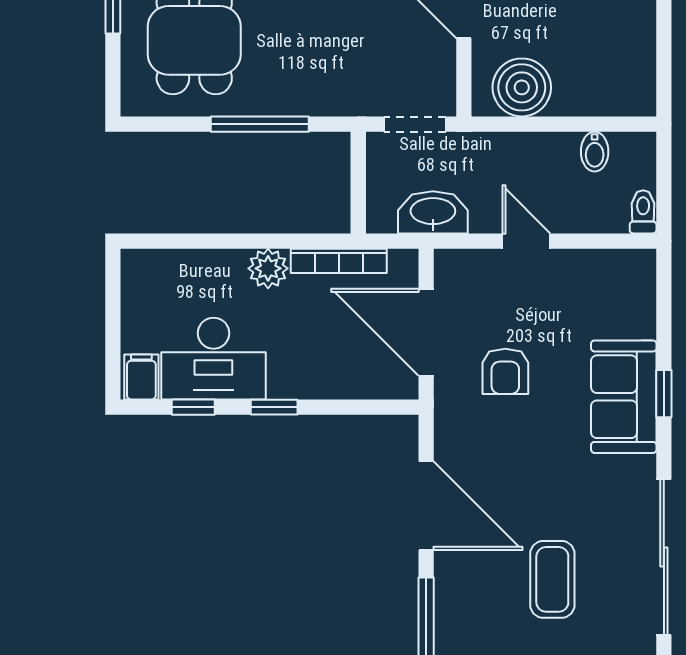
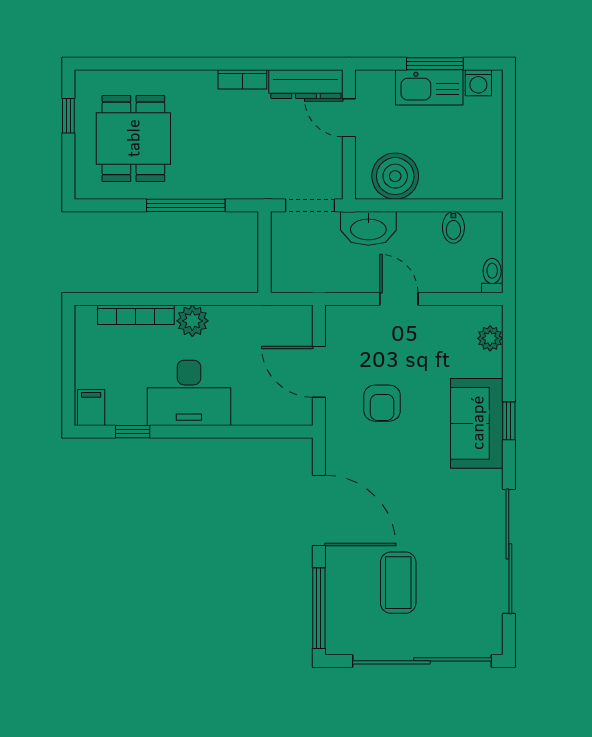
washbasin: (433, 212) -> (368, 228), moved, turned 180
bookcase: (339, 261) -> (136, 315), moved
plant: (640, 290) -> (490, 338), added
door: (426, 332) -> (319, 372), width x0.73
desk: (213, 359) -> (189, 393), moved
window: (274, 407) -> (197, 432), removed
coffee table: (552, 579) -> (398, 583), moved

